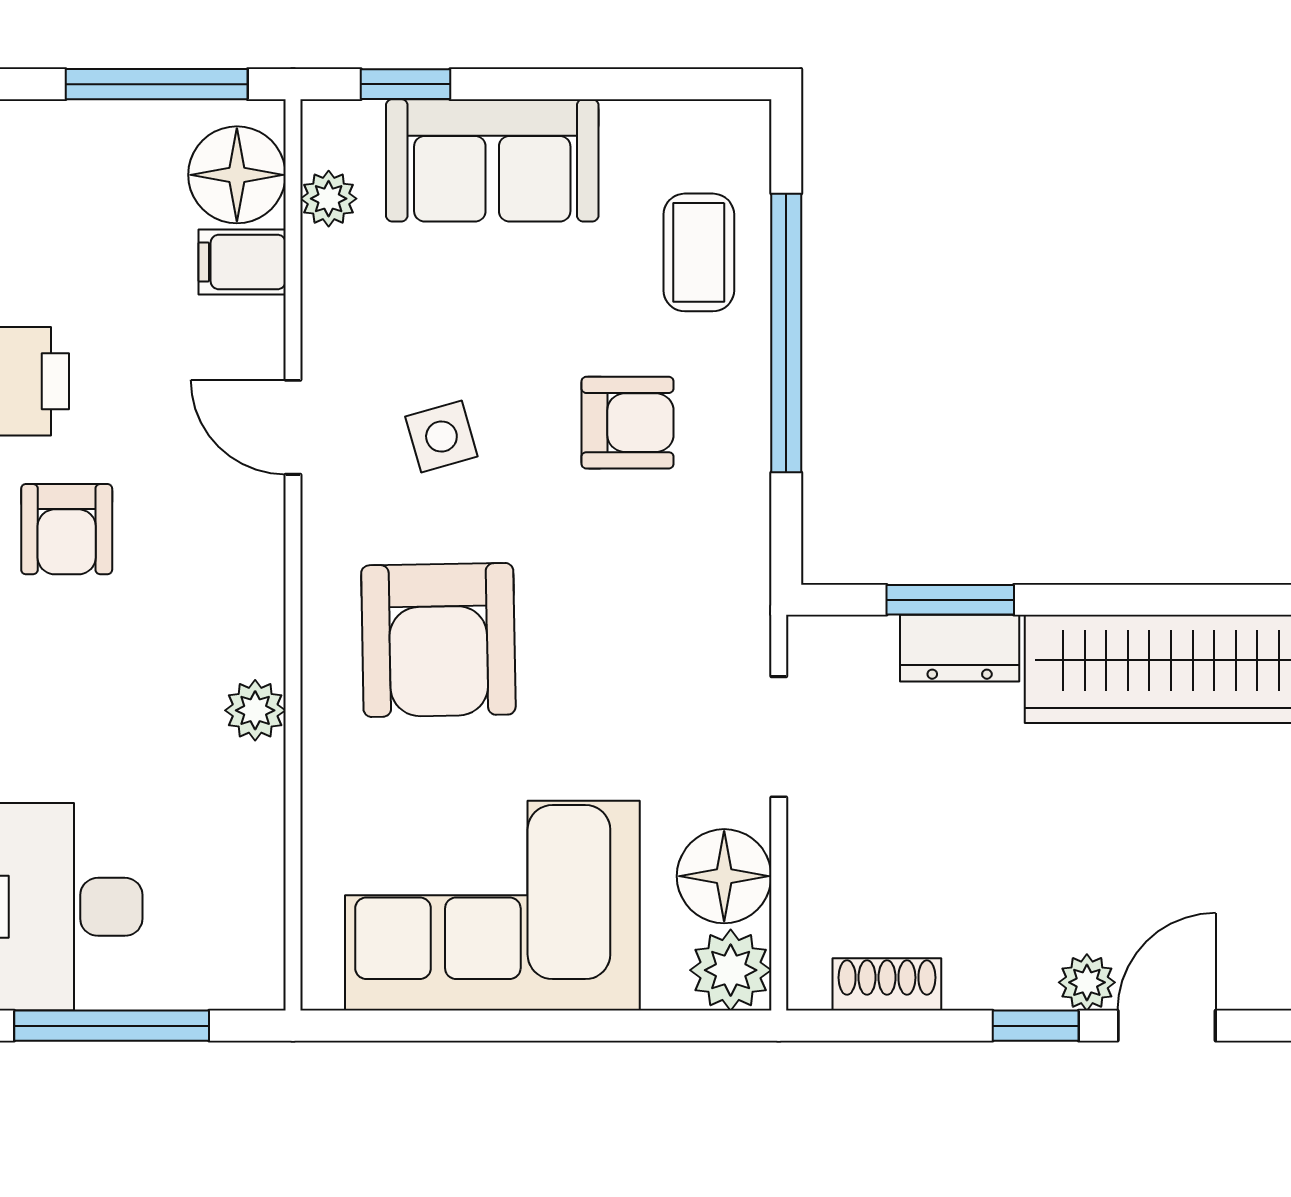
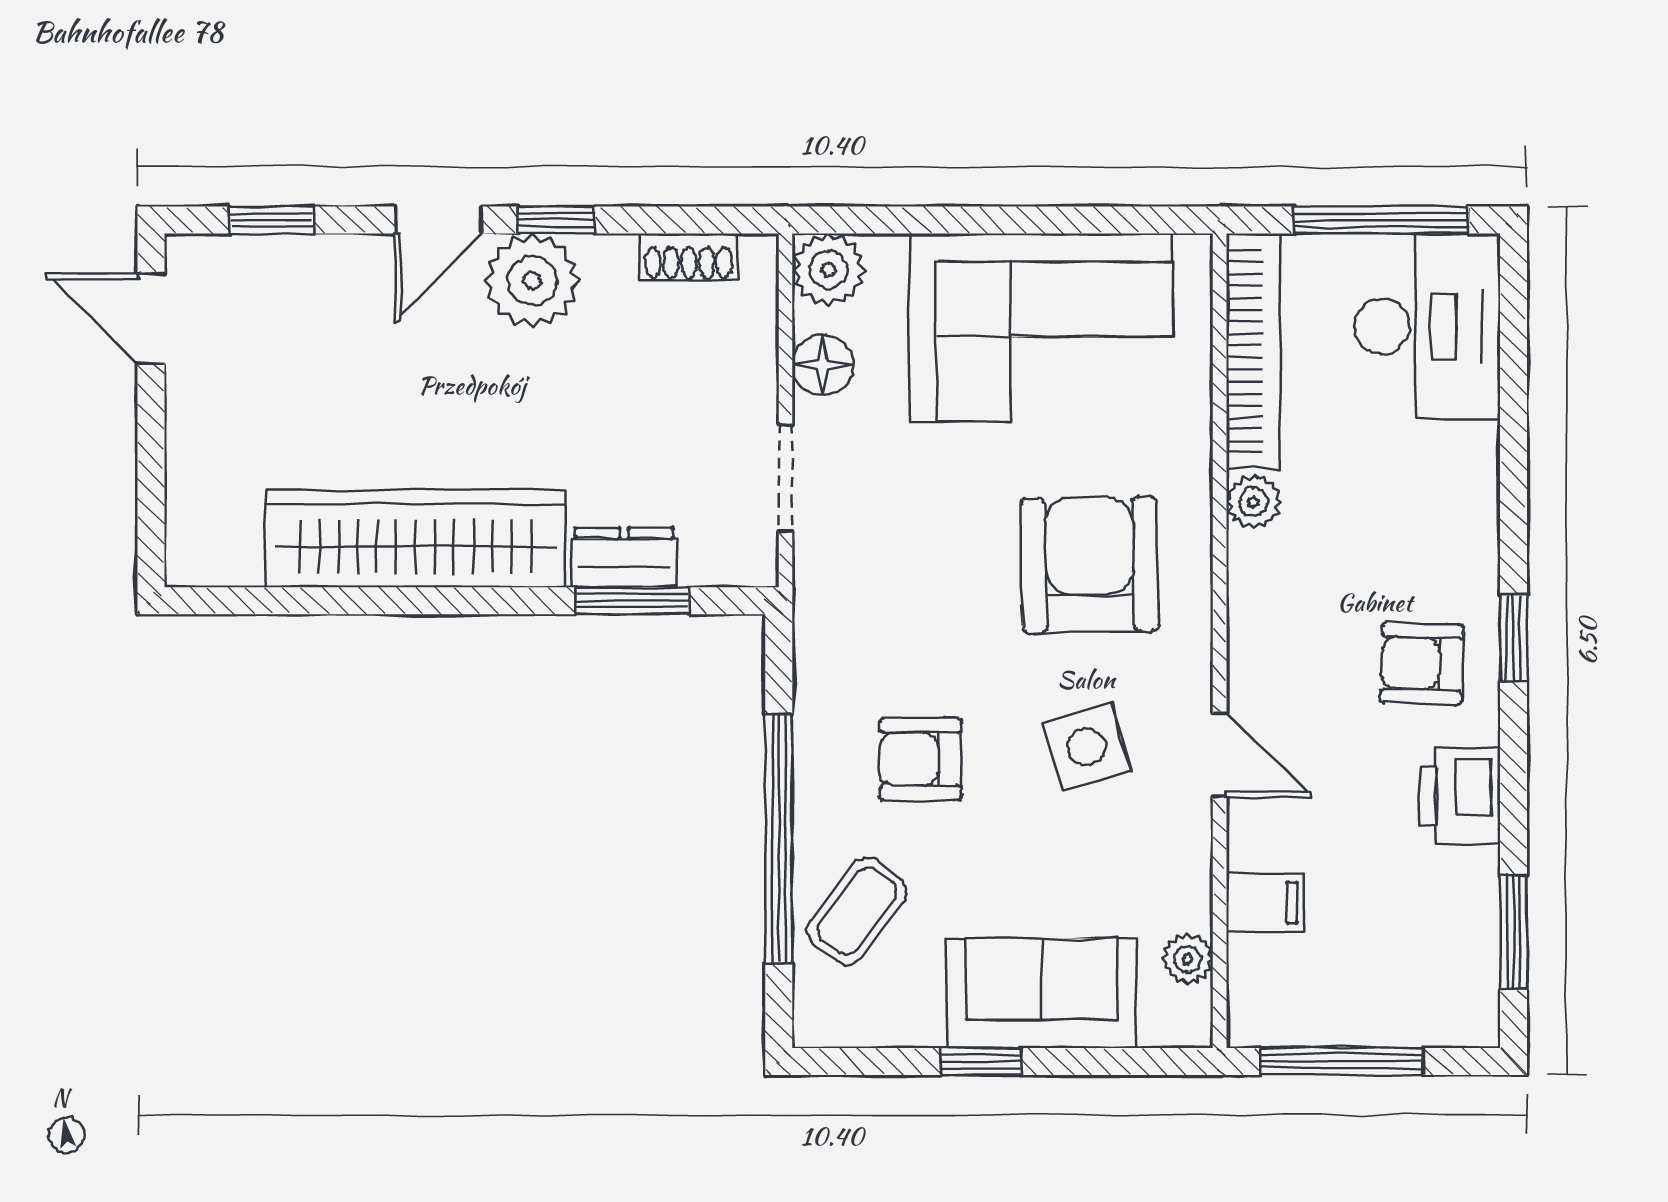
window: (406, 84) -> (981, 1062), moved
floor lamp: (237, 175) -> (1270, 980), removed
coffee table: (699, 252) -> (857, 911), turned 37
side table: (441, 437) -> (1087, 747), width x1.37, depth x1.37
armchair: (67, 529) -> (1422, 664), turned -88
floor lamp: (724, 876) -> (823, 365), width x0.73, depth x0.73
bookcase: (256, 879) -> (1253, 351), added
plant: (1087, 982) -> (532, 281), width x1.88, depth x1.88

